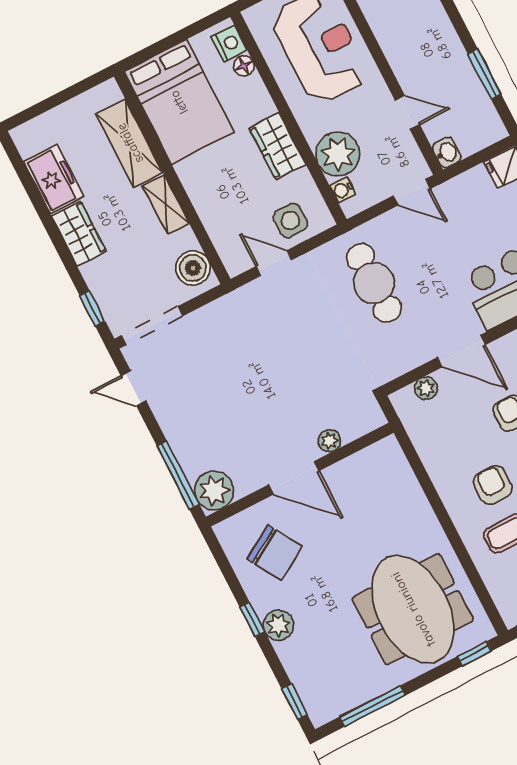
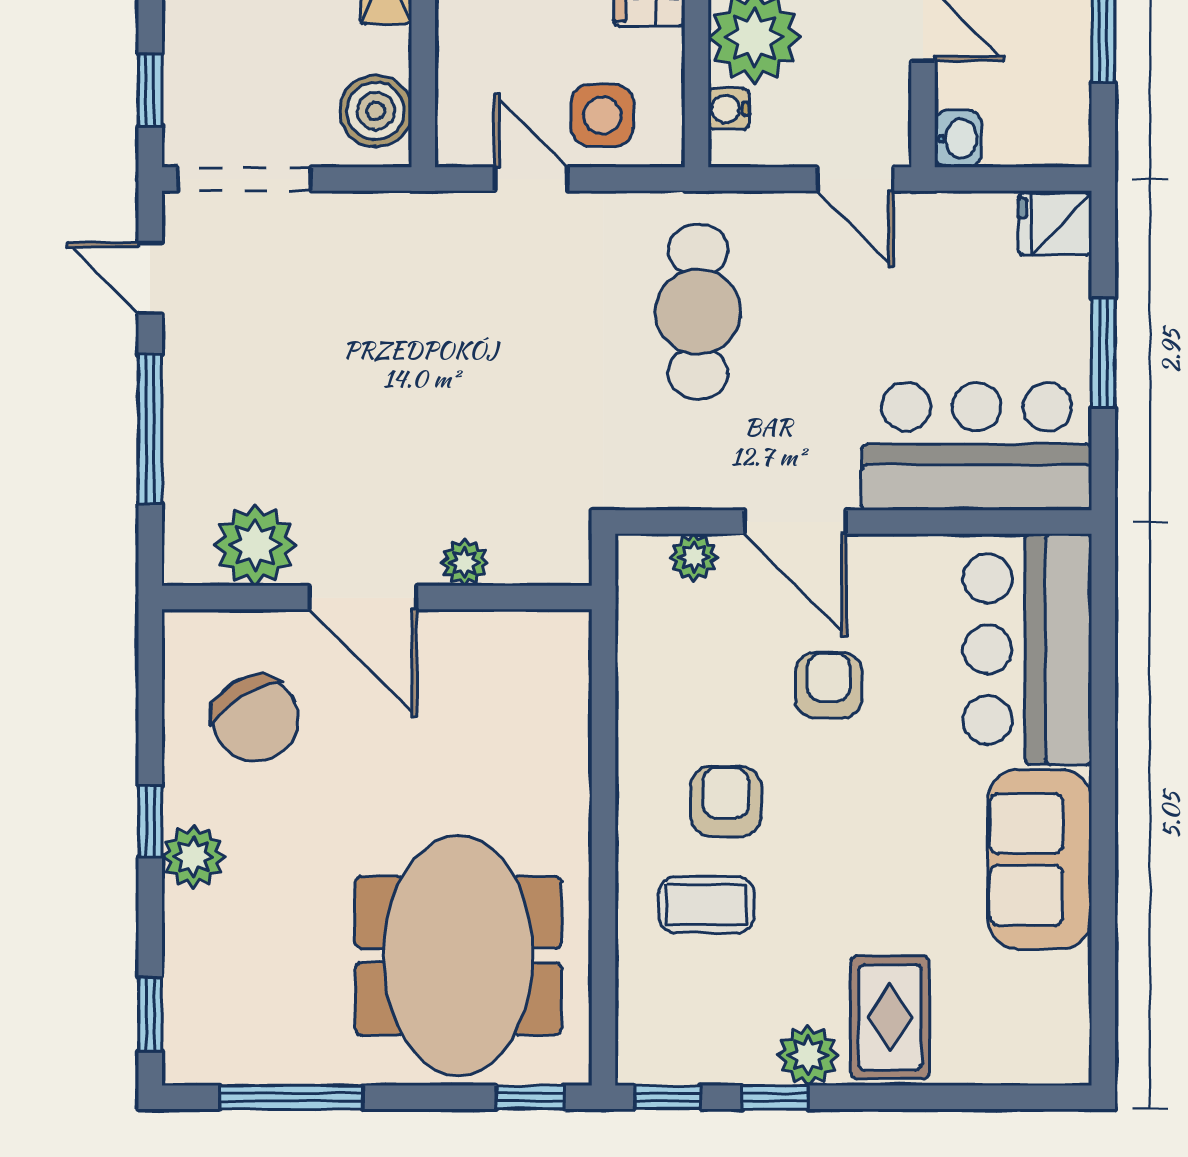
window: (178, 475) -> (150, 429), moved
plant: (214, 491) -> (255, 545), moved

